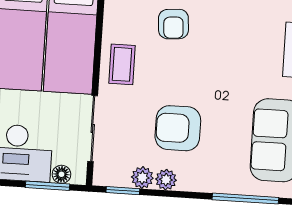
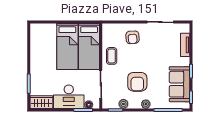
armchair: (178, 128) -> (137, 82), turned -90
plant: (166, 180) -> (146, 104), moved

